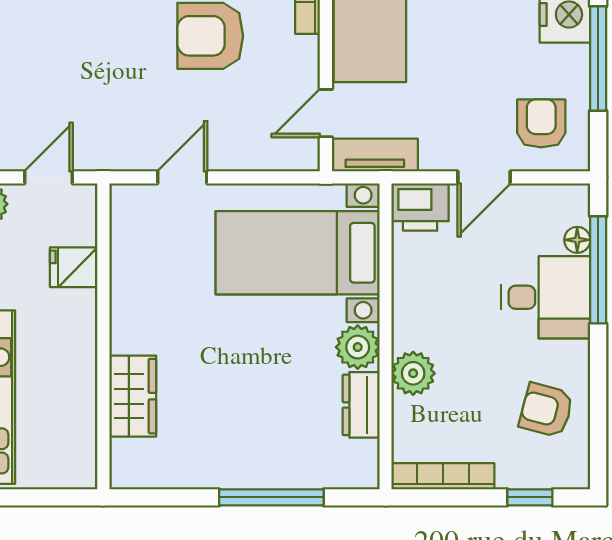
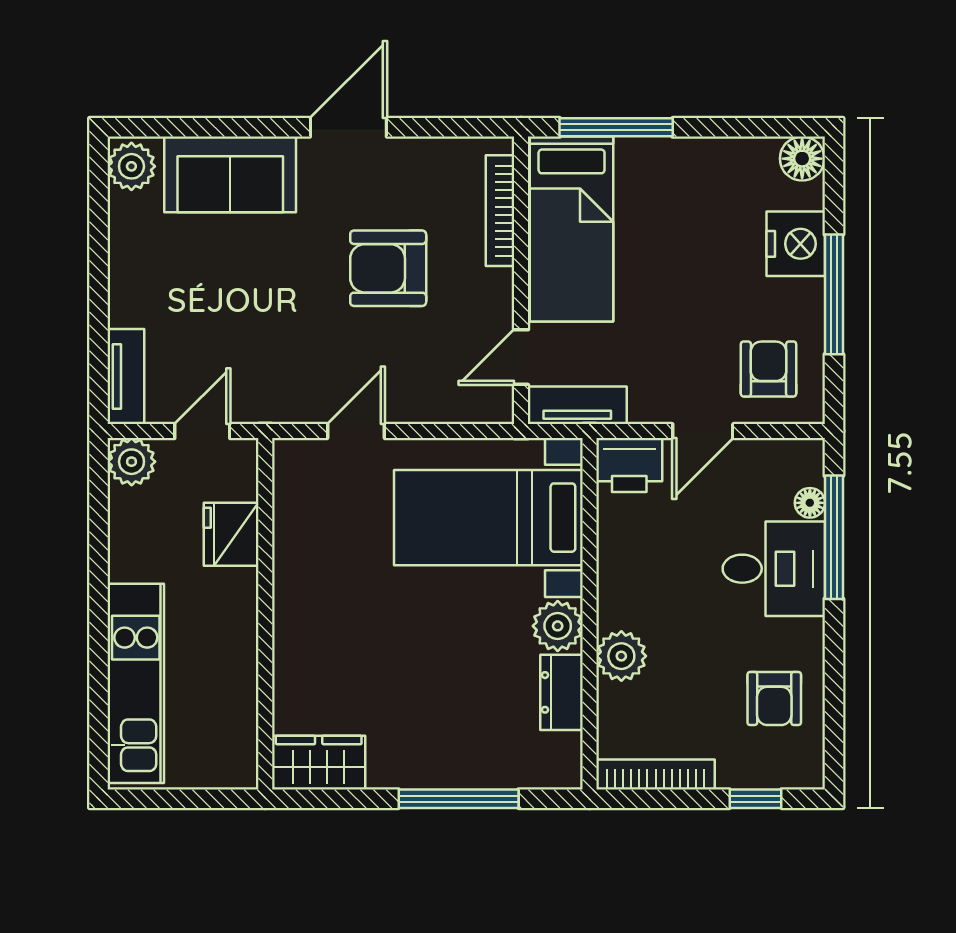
fridge: (74, 267) -> (231, 534), width x1.38
wardrobe: (133, 396) -> (319, 763), moved, turned -90
armchair: (546, 410) -> (774, 698), turned -105

